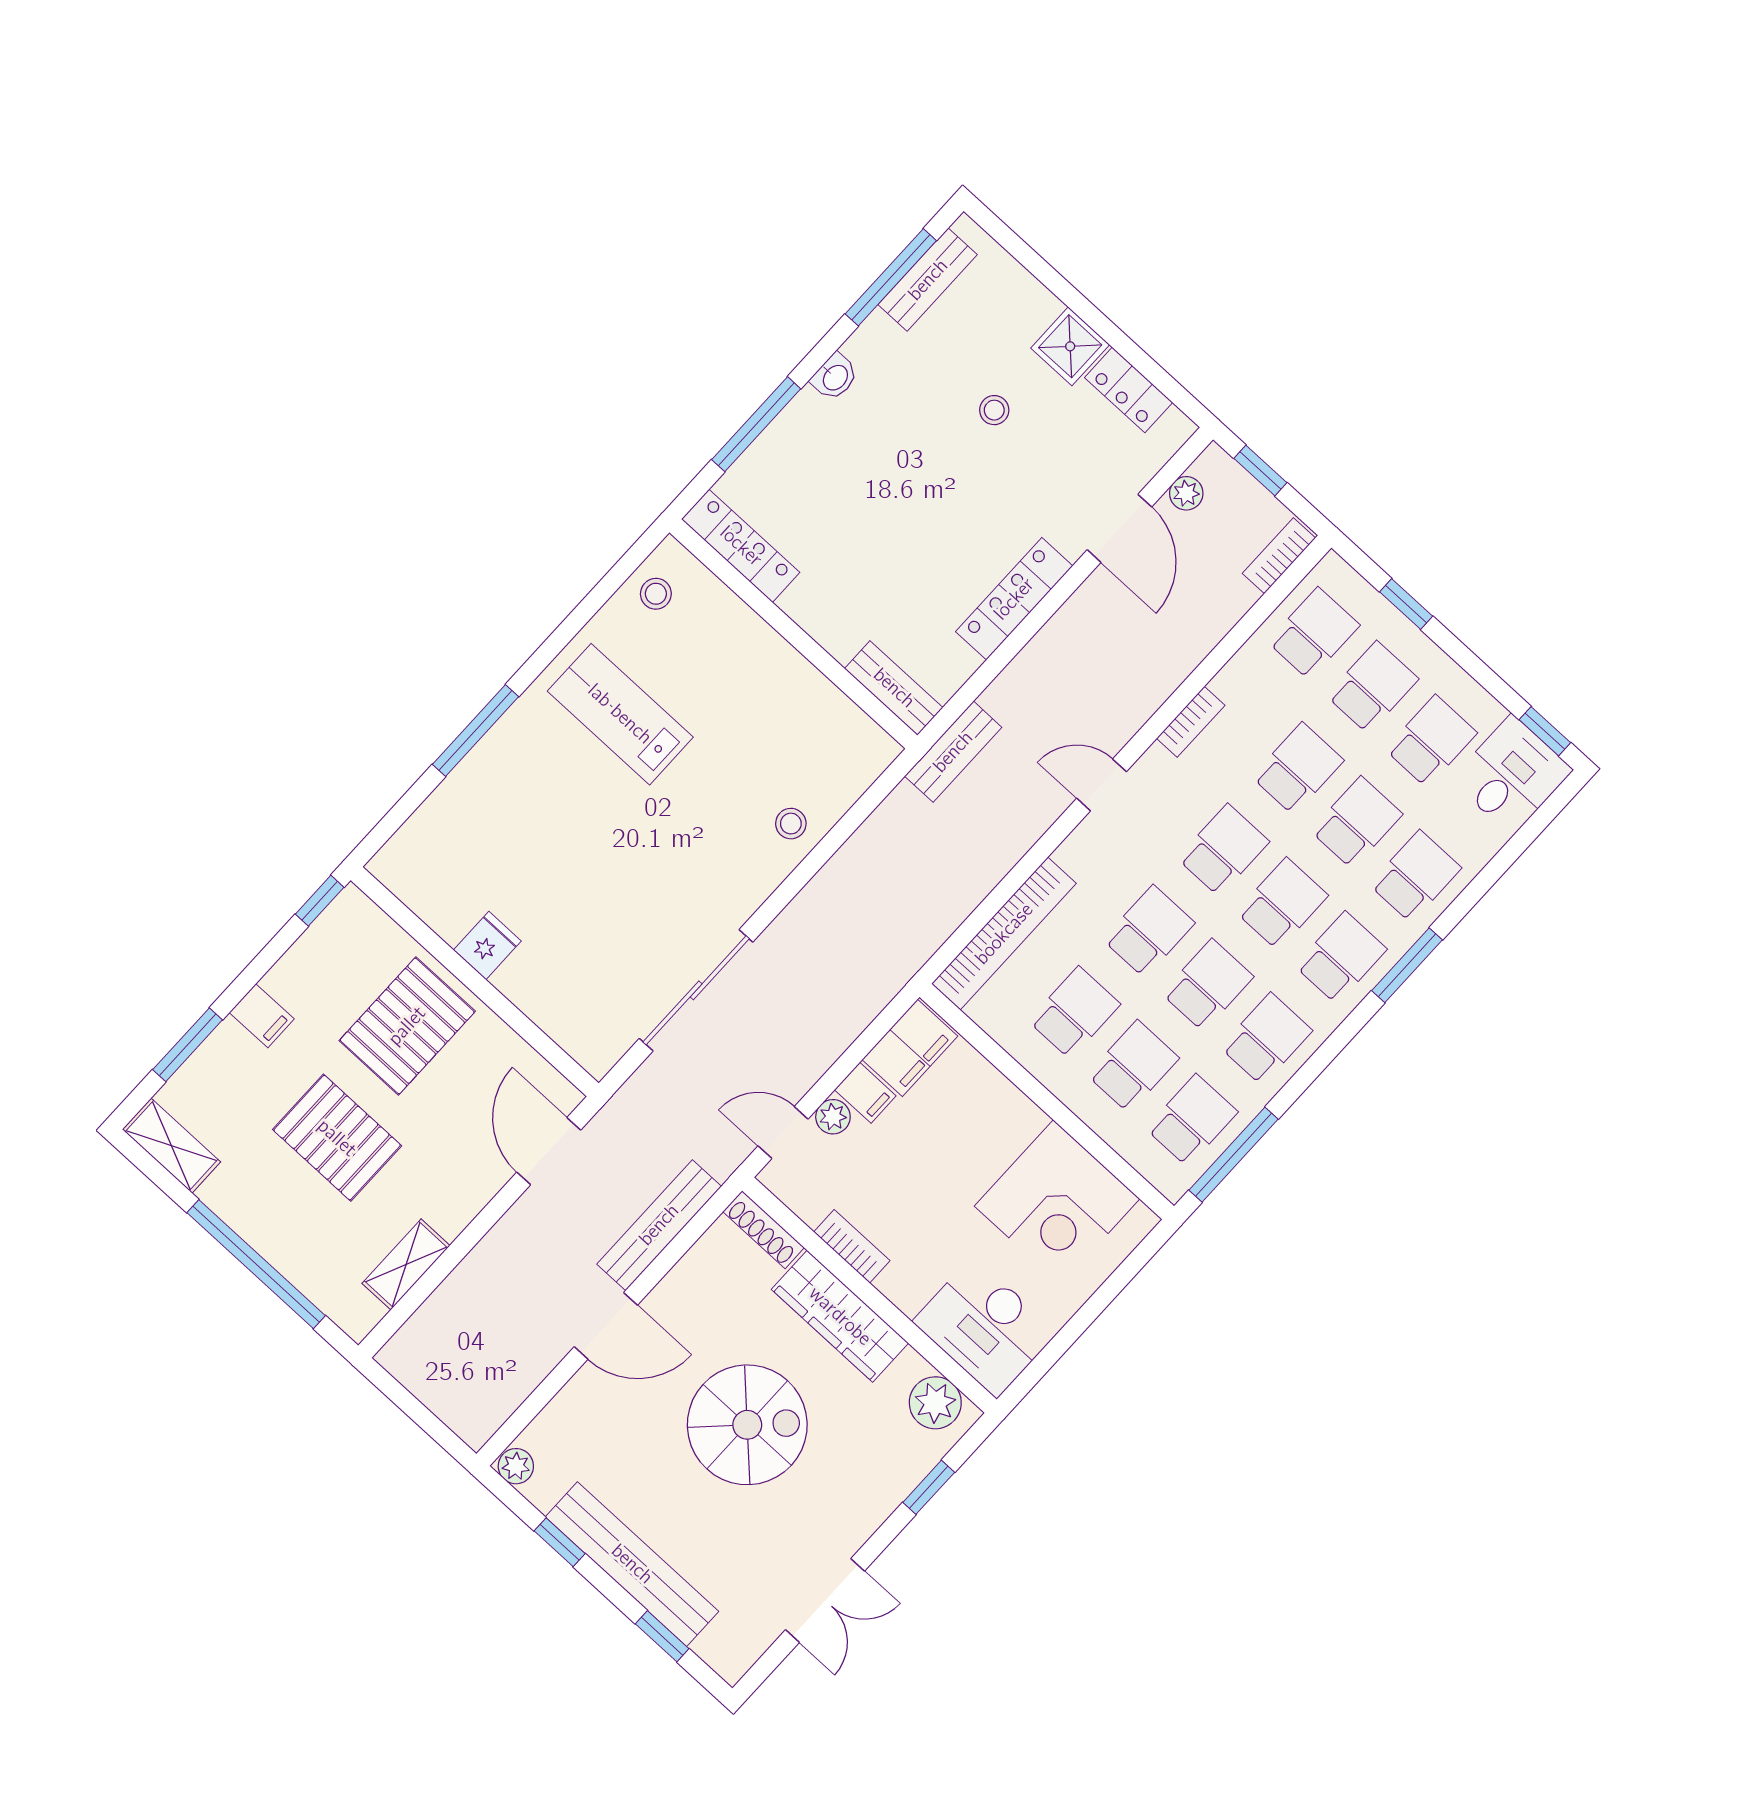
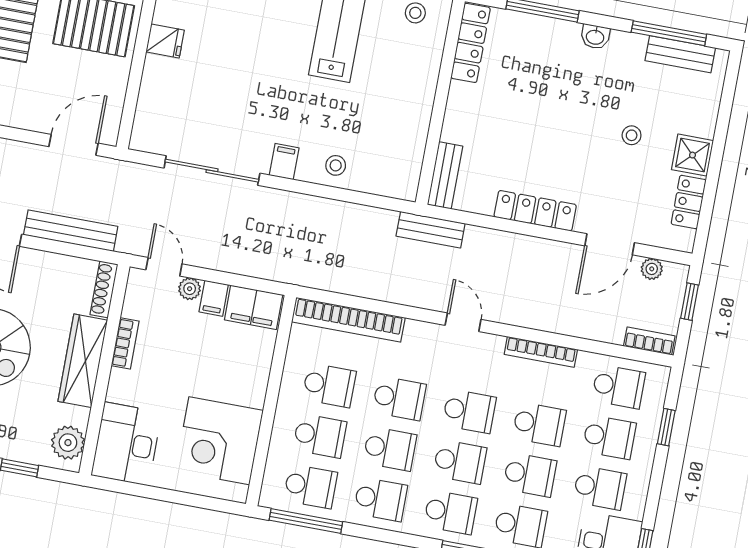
bookcase: (1191, 722) -> (541, 352), width x1.56
filing cabinet: (743, 888) -> (284, 162), added

